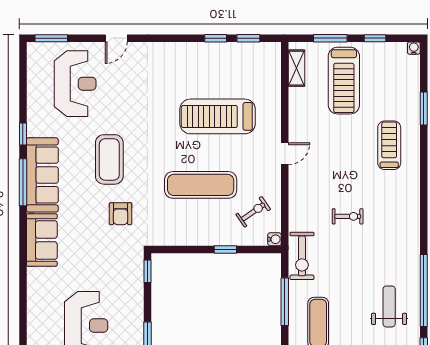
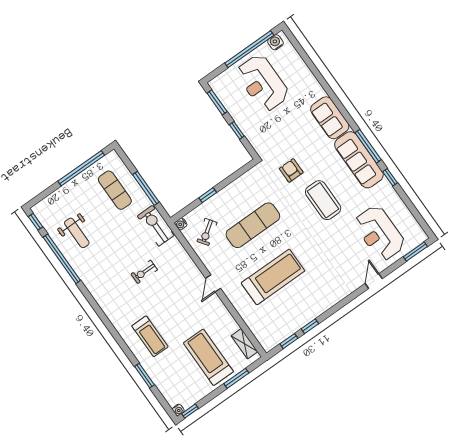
window: (375, 38) -> (190, 411), moved
window: (147, 271) -> (237, 130), moved

